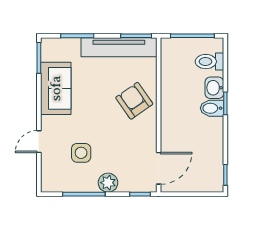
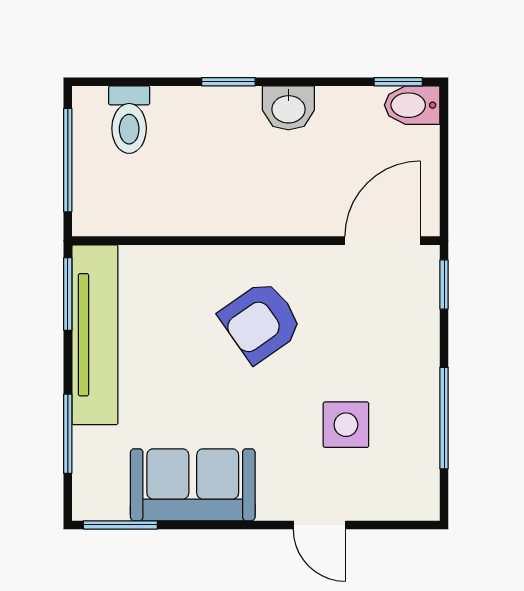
washbasin: (214, 88) -> (288, 108), moved
armchair: (134, 101) -> (261, 322), moved
bidet: (212, 108) -> (412, 105), moved, turned 90
door: (159, 168) -> (383, 241), hinge flipped
plant: (108, 183) -> (417, 361), removed

